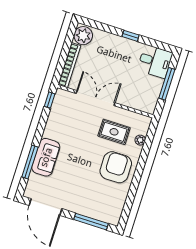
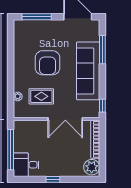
window: (167, 84) -> (11, 150), width x1.46
sofa: (46, 157) -> (88, 71), width x1.85, depth x1.27
armchair: (116, 167) -> (48, 63), moved

